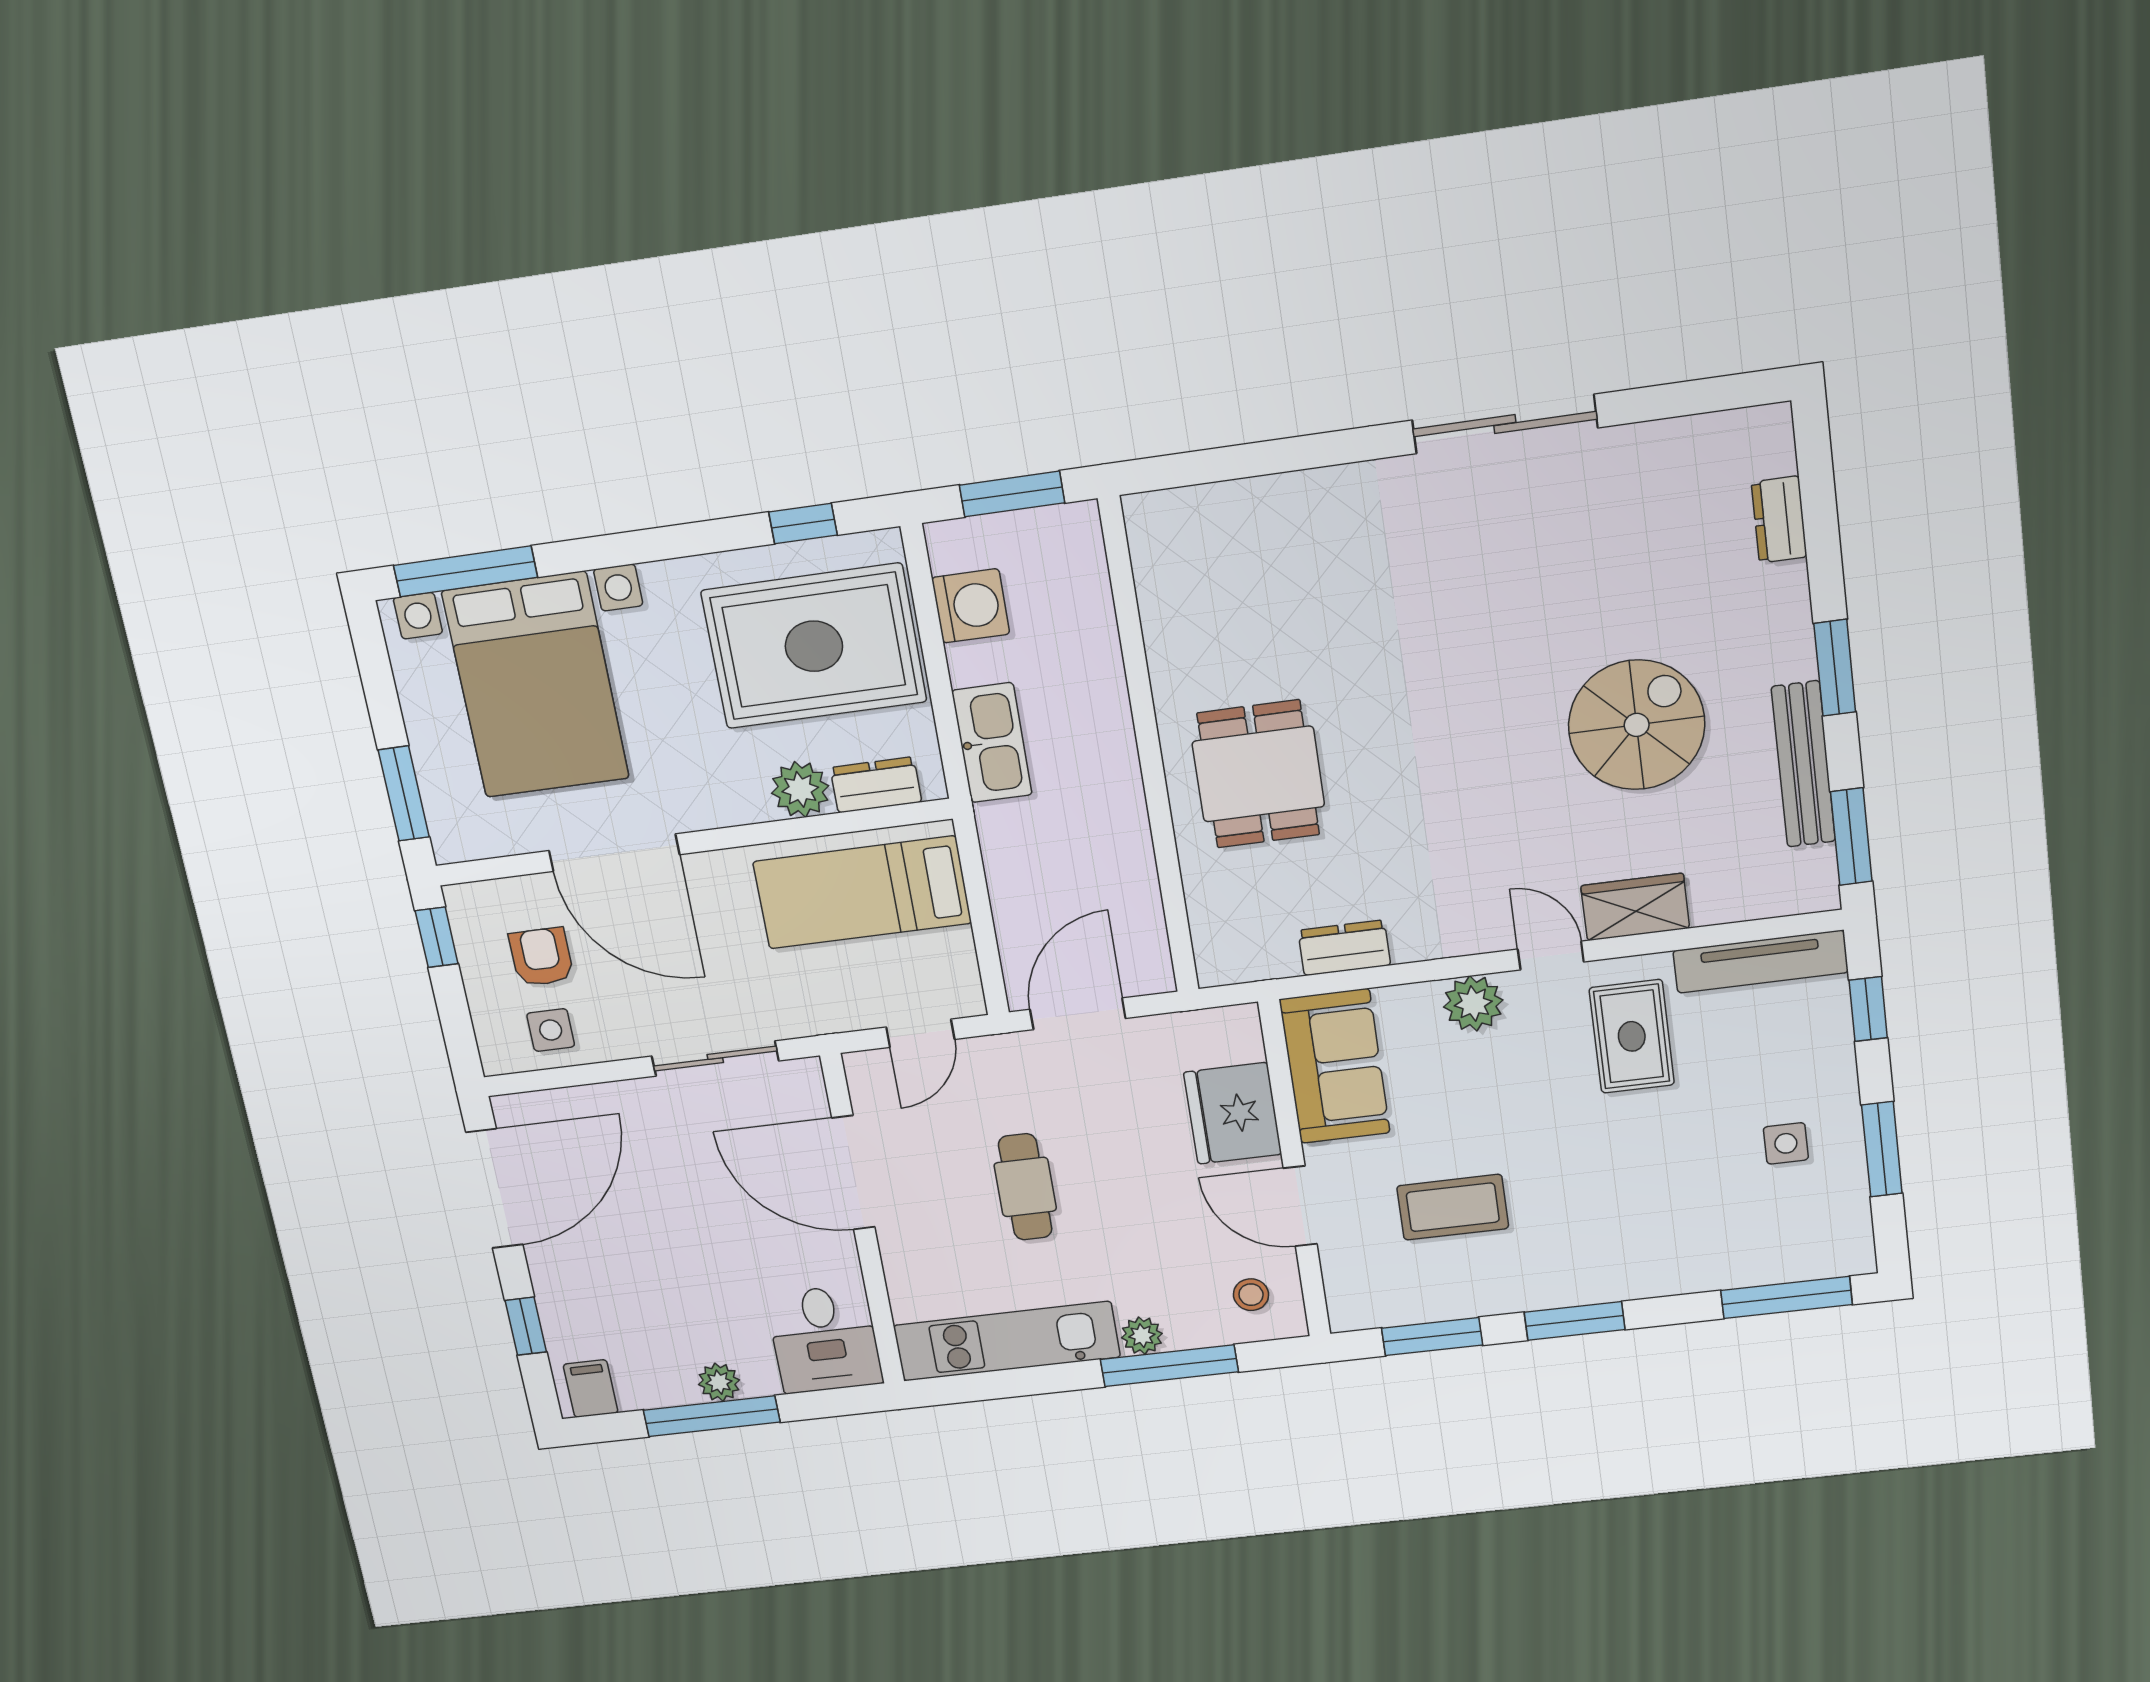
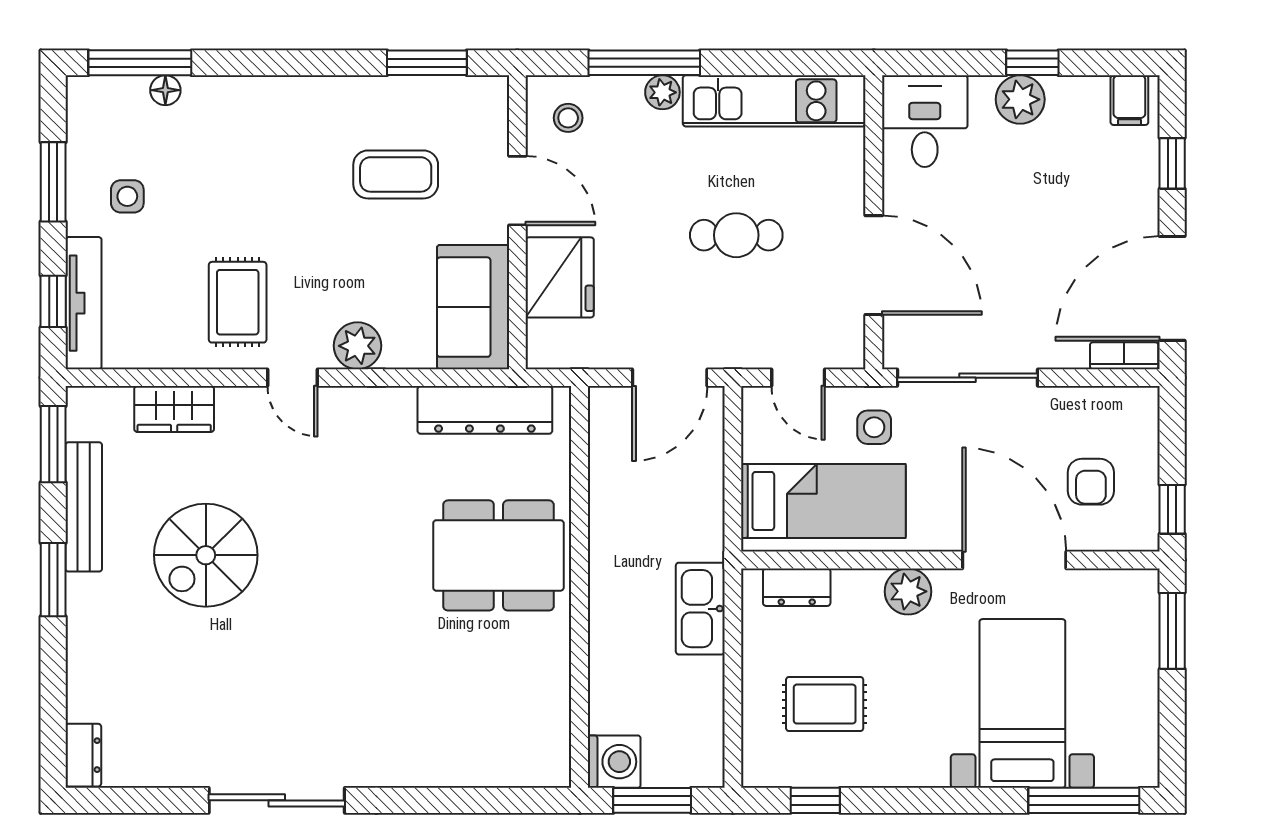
dresser: (1779, 520) -> (83, 755), moved
washing machine: (971, 606) -> (614, 762), moved, turned 180
rug: (814, 646) -> (825, 704), width x0.54, depth x0.49
bed with nightstands: (536, 685) -> (1022, 703), width x0.73
dining table: (1258, 774) -> (498, 555), width x1.38
plant: (800, 789) -> (908, 591), moved
wardrobe: (1635, 907) -> (174, 409), moved
dresser: (1344, 948) -> (485, 410), width x1.96, depth x1.24
tv unit: (1761, 962) -> (84, 303), moved, turned 90
side table: (551, 1030) -> (874, 427), moved
door: (920, 1033) -> (798, 378), swing flipped
sliding door: (715, 1058) -> (967, 378), width x1.37
bookcase: (534, 1106) -> (1124, 356), added
cafe table: (1025, 1187) -> (736, 235), turned 90
floor lamp: (1751, 1270) -> (165, 90), added
window: (1575, 1321) -> (311, 63), removed
plant: (719, 1382) -> (1020, 99), width x1.38, depth x1.38
window: (712, 1416) -> (1032, 63), width x0.46

